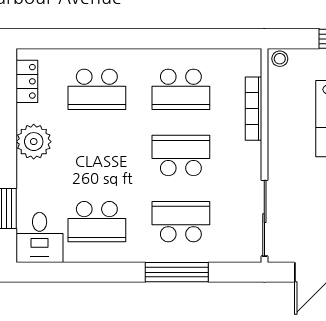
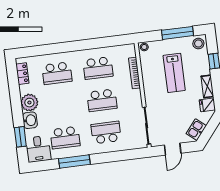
school desk: (181, 155) -> (102, 100), turned 180
washbasin: (30, 178) -> (30, 120), added
window: (177, 272) -> (74, 162), moved

